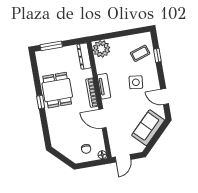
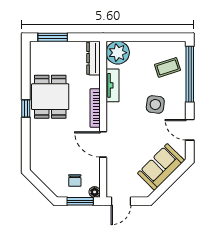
window: (157, 55) -> (190, 74), width x3.17
tv unit: (104, 86) -> (113, 85), moved
window: (93, 164) -> (80, 201), added

